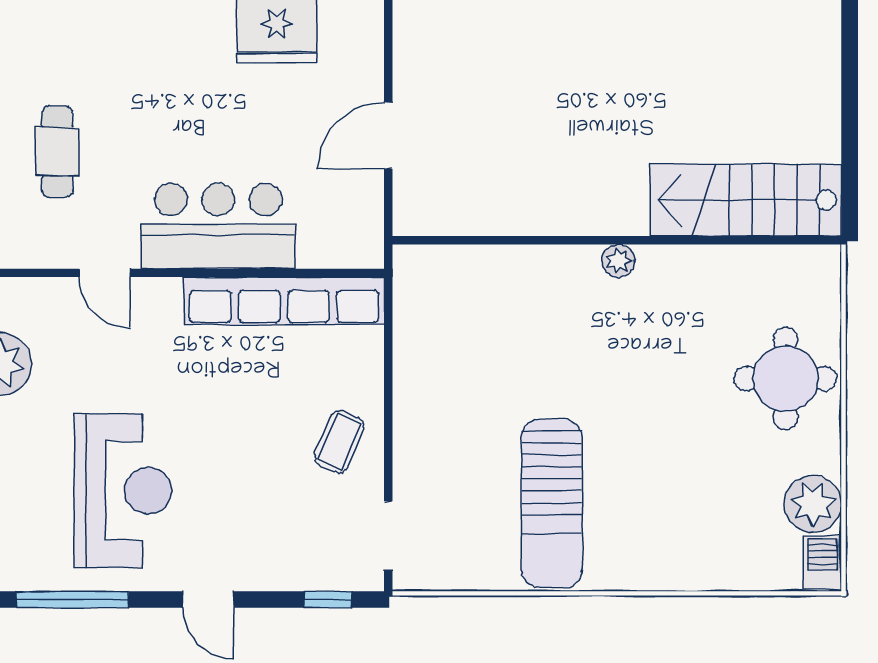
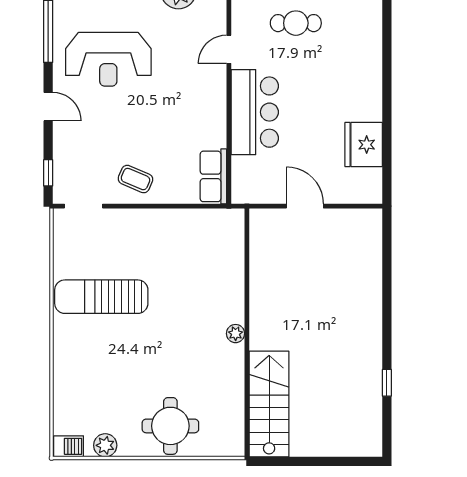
row of seats: (284, 301) -> (213, 176), width x0.50
plant: (813, 504) -> (105, 445), width x0.73, depth x0.73
door: (208, 599) -> (48, 107), swing flipped

